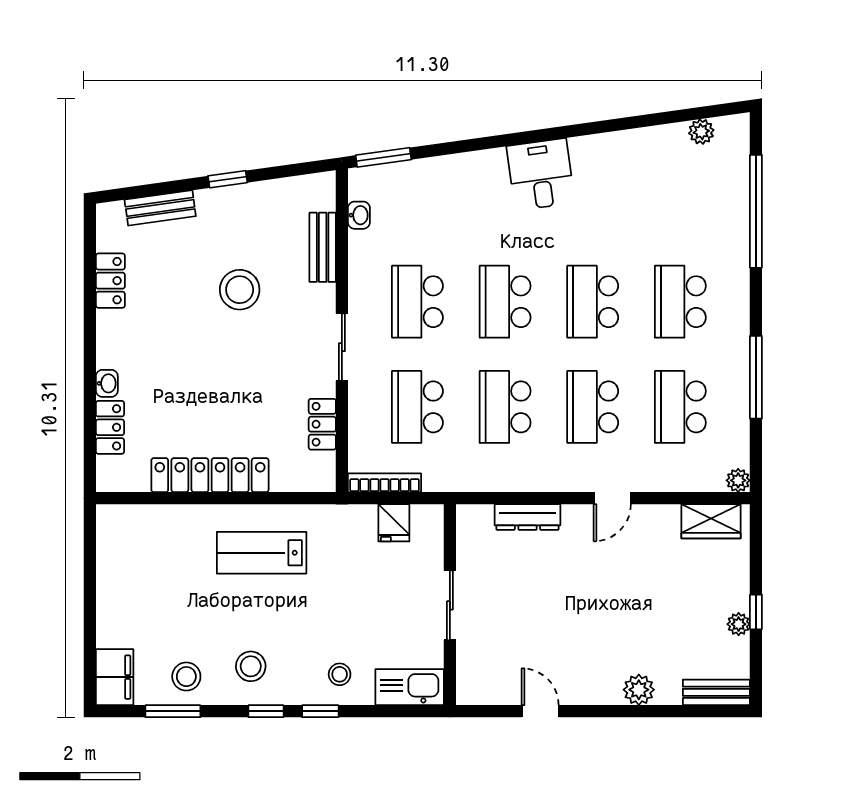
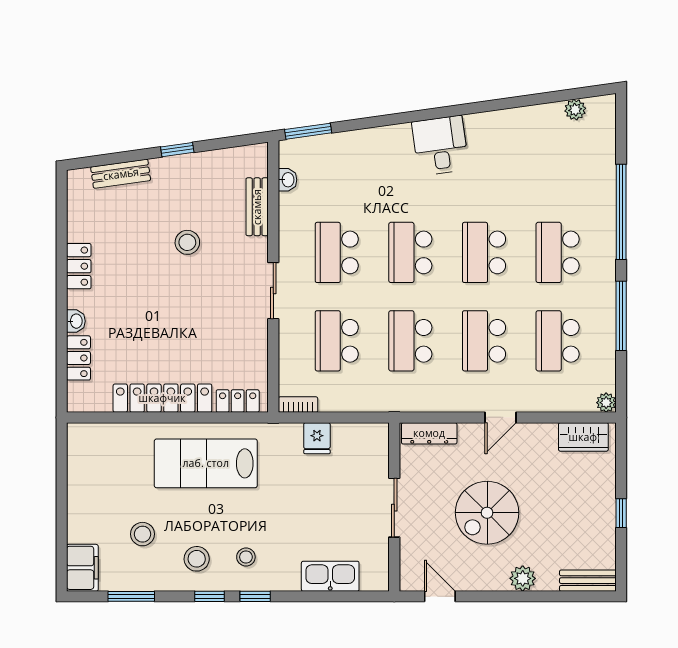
window: (756, 211) -> (621, 212), moved
locker: (110, 281) -> (79, 266), moved
stool: (240, 290) -> (187, 242), width x0.73, depth x0.73
locker: (322, 424) -> (238, 401), moved, turned 90
bookcase: (385, 483) -> (298, 405), width x0.64
lab bench: (262, 553) -> (206, 463), width x1.36, depth x1.39
sliding door: (450, 605) -> (394, 508), moved
wall: (450, 605) -> (394, 507), moved
spiral stairs: (596, 612) -> (487, 513), added
plant: (739, 624) -> (607, 523), removed
stool: (340, 674) -> (246, 557), moved
stool: (186, 677) -> (143, 534), moved

